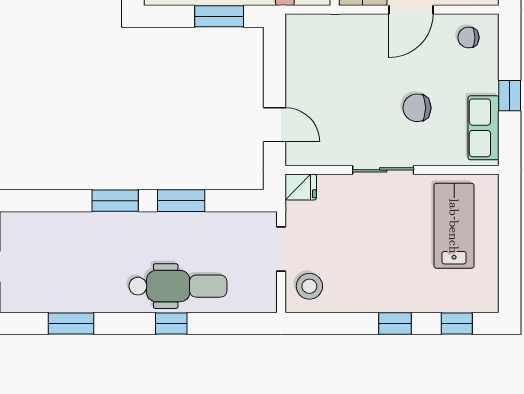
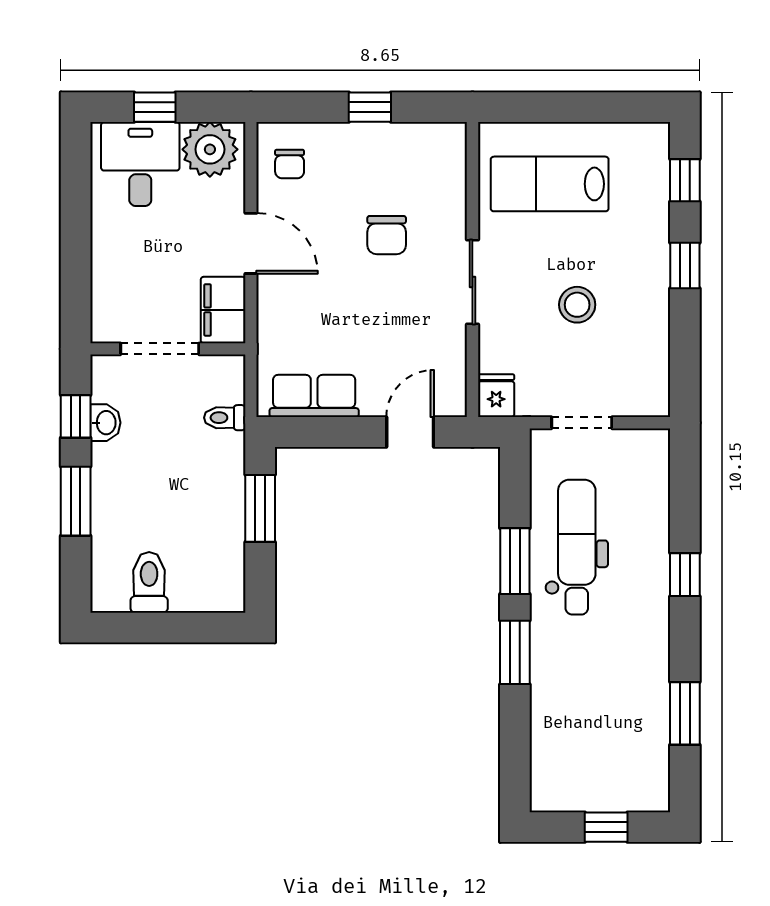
row of seats: (484, 128) -> (314, 396), moved, turned 180
dental chair: (178, 286) -> (577, 547), moved
stool: (309, 286) -> (577, 305), moved

